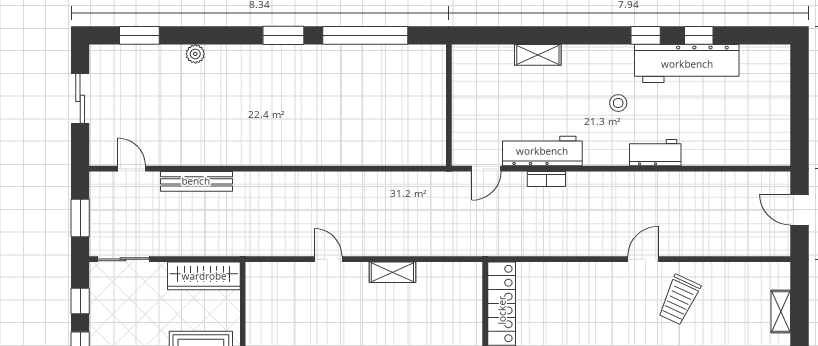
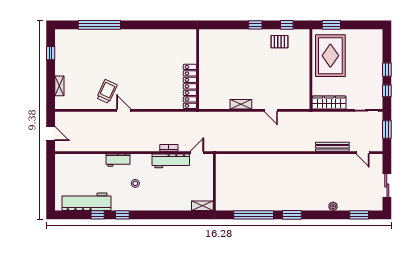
shelving: (538, 55) -> (202, 206), moved
workbench: (687, 64) -> (87, 202), moved
door: (643, 259) -> (124, 110), swing flipped

